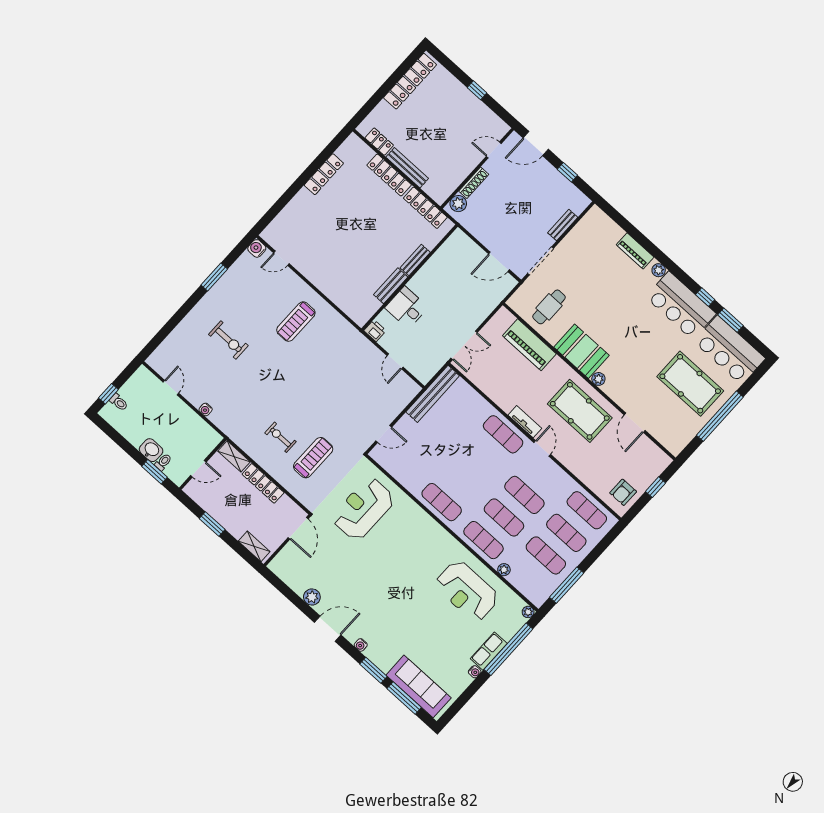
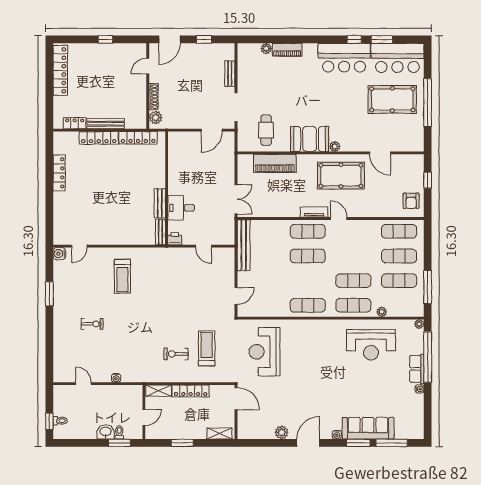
bench: (415, 260) -> (160, 232), moved
plant: (659, 270) -> (266, 49), moved
exercise bike: (228, 340) -> (92, 324), width x0.73, depth x0.72
exercise mat: (524, 495) -> (308, 256), moved
sofa: (419, 686) -> (368, 428), moved

